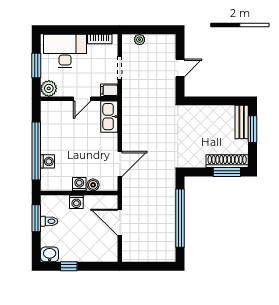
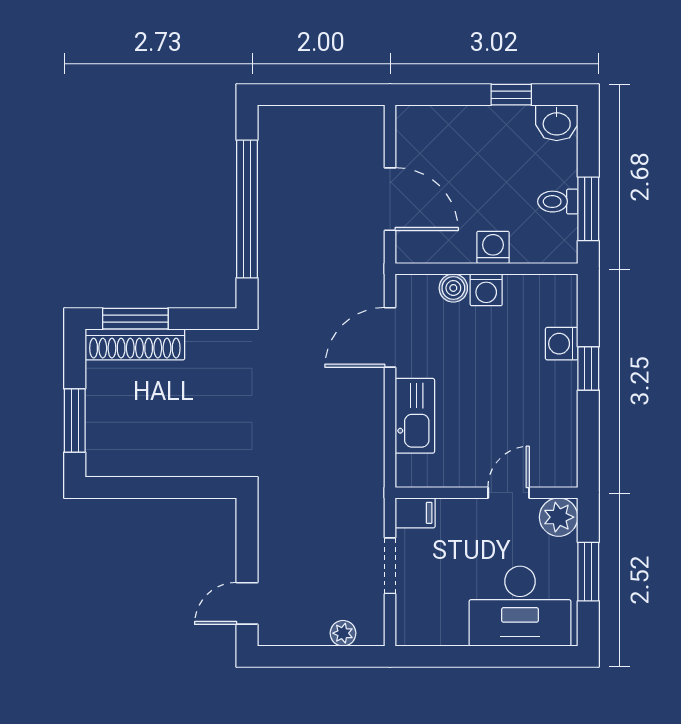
bookcase: (100, 39) -> (437, 634), removed
door: (180, 68) -> (247, 603), moved
door: (82, 99) -> (509, 493), moved
kitchen sink: (109, 117) -> (415, 416), moved
bench: (242, 122) -> (100, 437), removed
window: (36, 151) -> (588, 368), width x0.32

